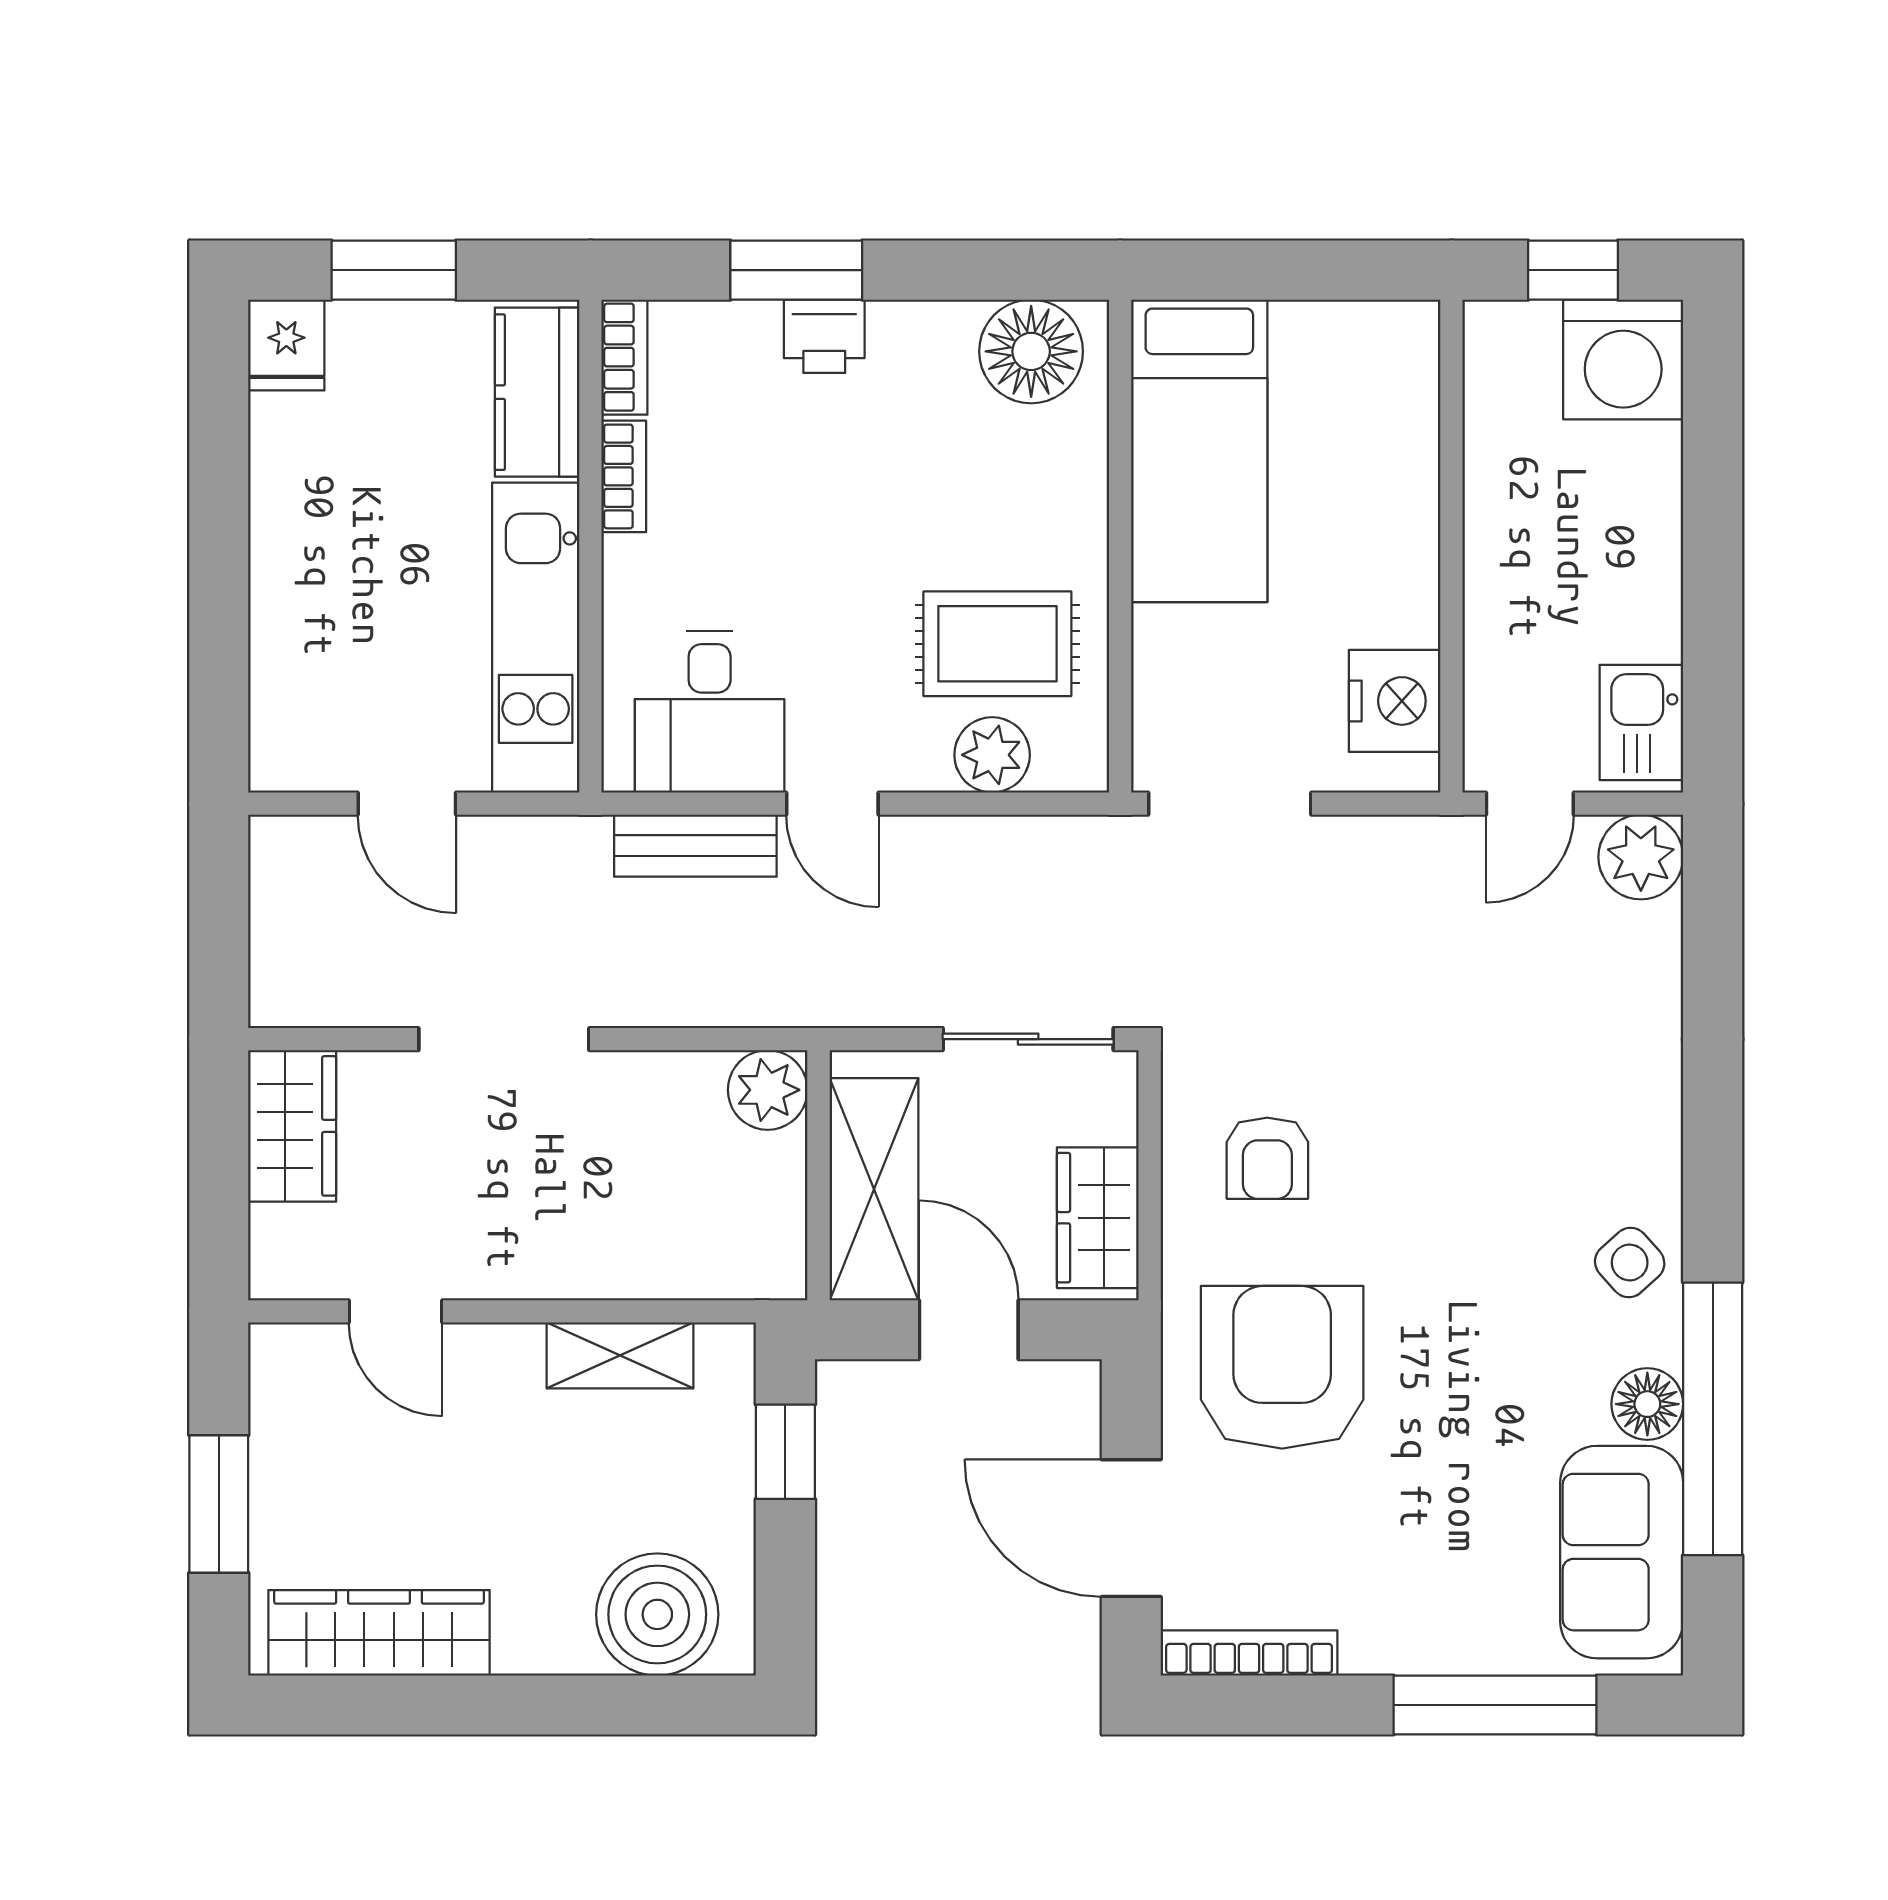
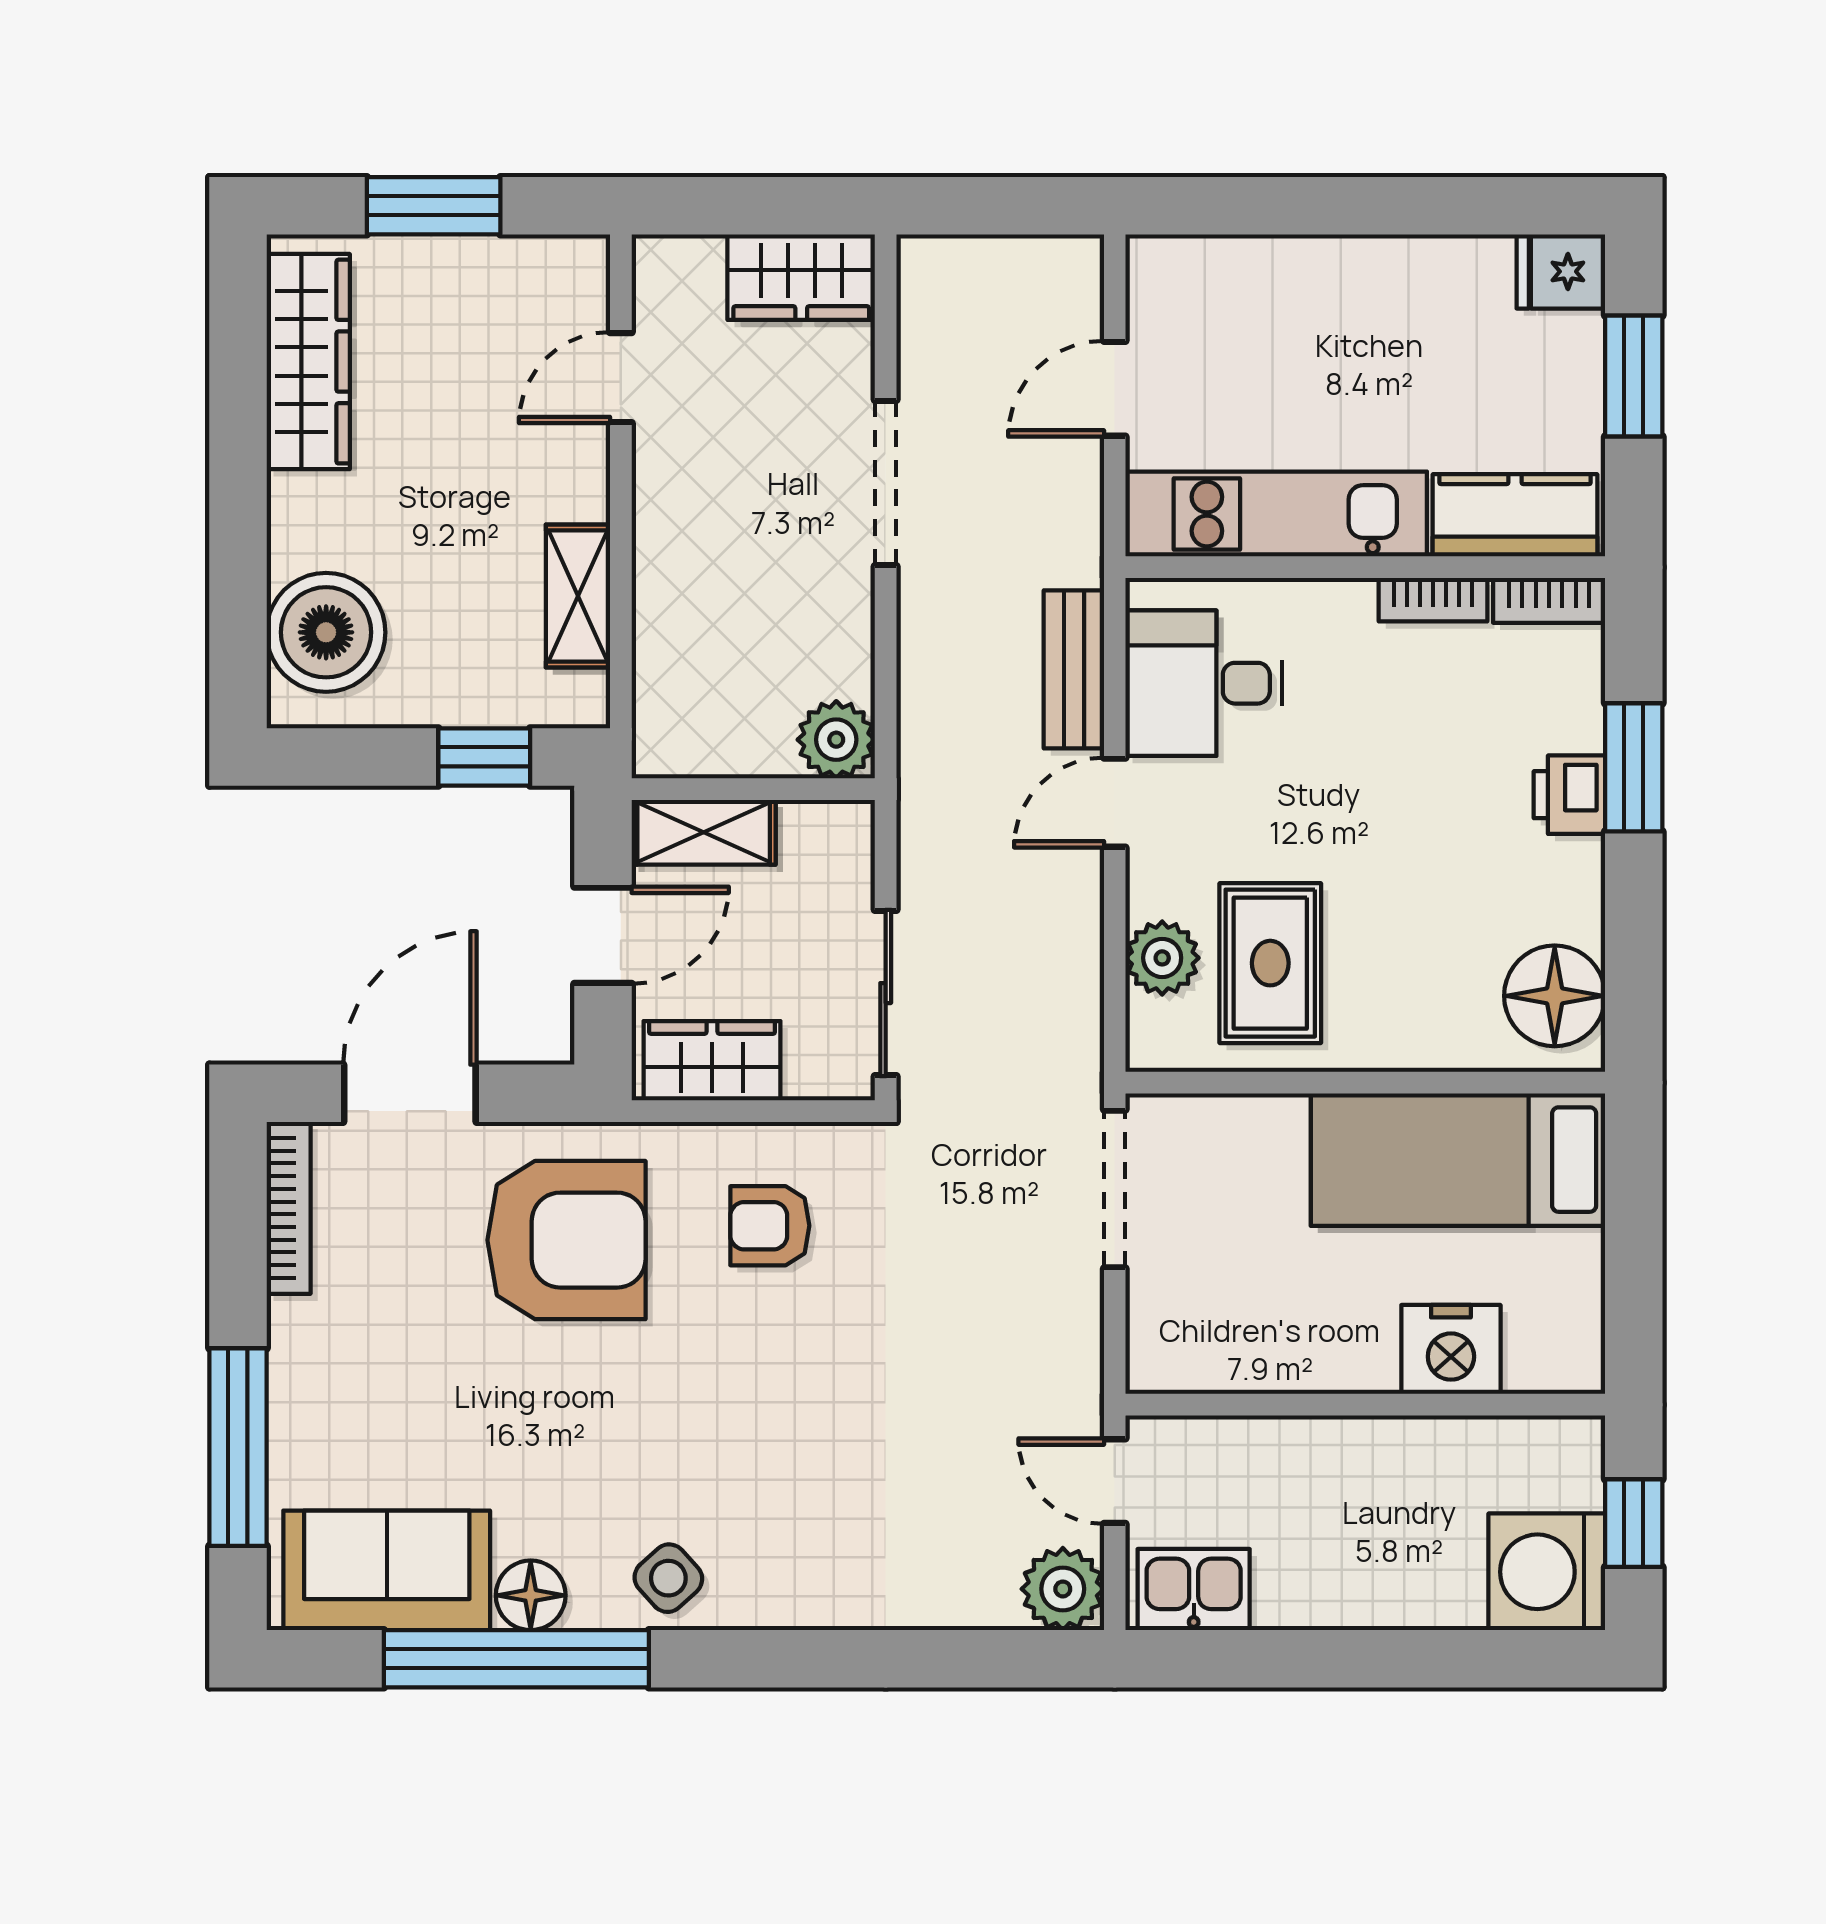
nightstand: (1395, 701) -> (1451, 1349), moved
shelving: (874, 1189) -> (704, 832), width x0.67, depth x0.75

